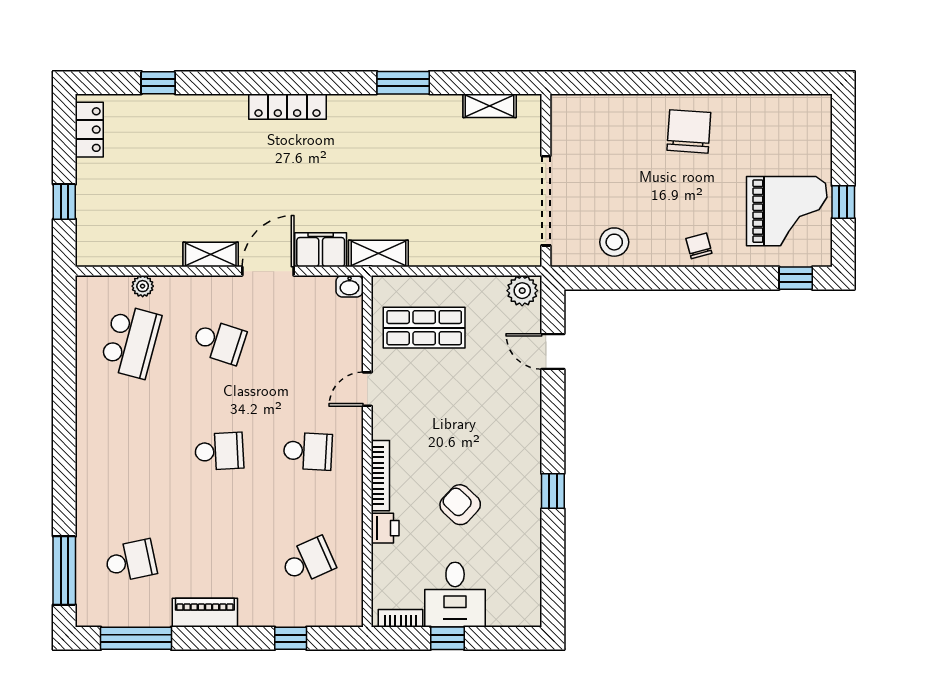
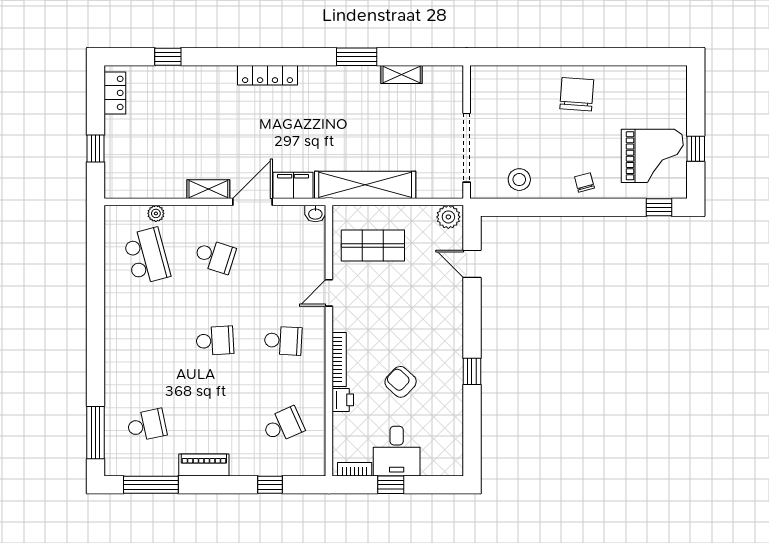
shelving: (490, 106) -> (402, 75), moved
shelving: (378, 254) -> (365, 185), width x2.20, depth x1.33
school desk: (131, 341) -> (147, 256), turned -30

